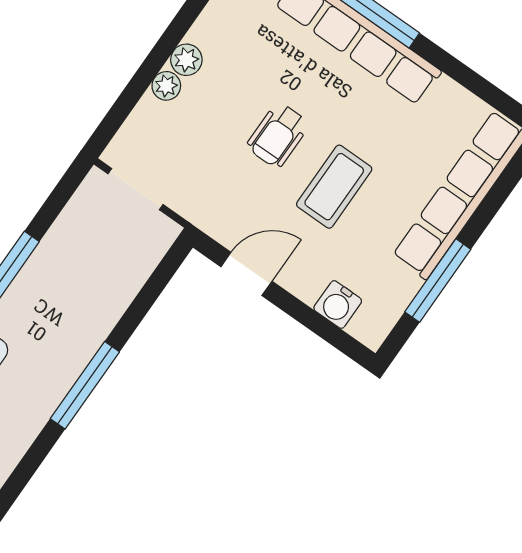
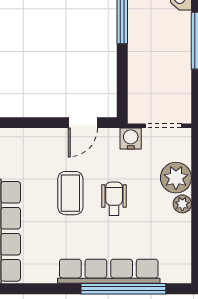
plant: (166, 86) -> (176, 178), width x1.87, depth x1.87
water cooler: (338, 304) -> (131, 139), moved

